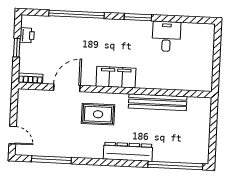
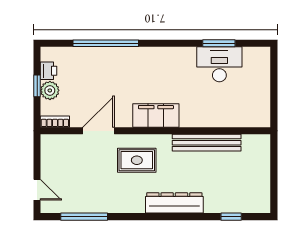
window: (138, 17) -> (219, 43), moved
desk: (166, 36) -> (219, 64), width x1.37
plant: (27, 52) -> (50, 90), added
window: (175, 166) -> (231, 217), width x0.32

